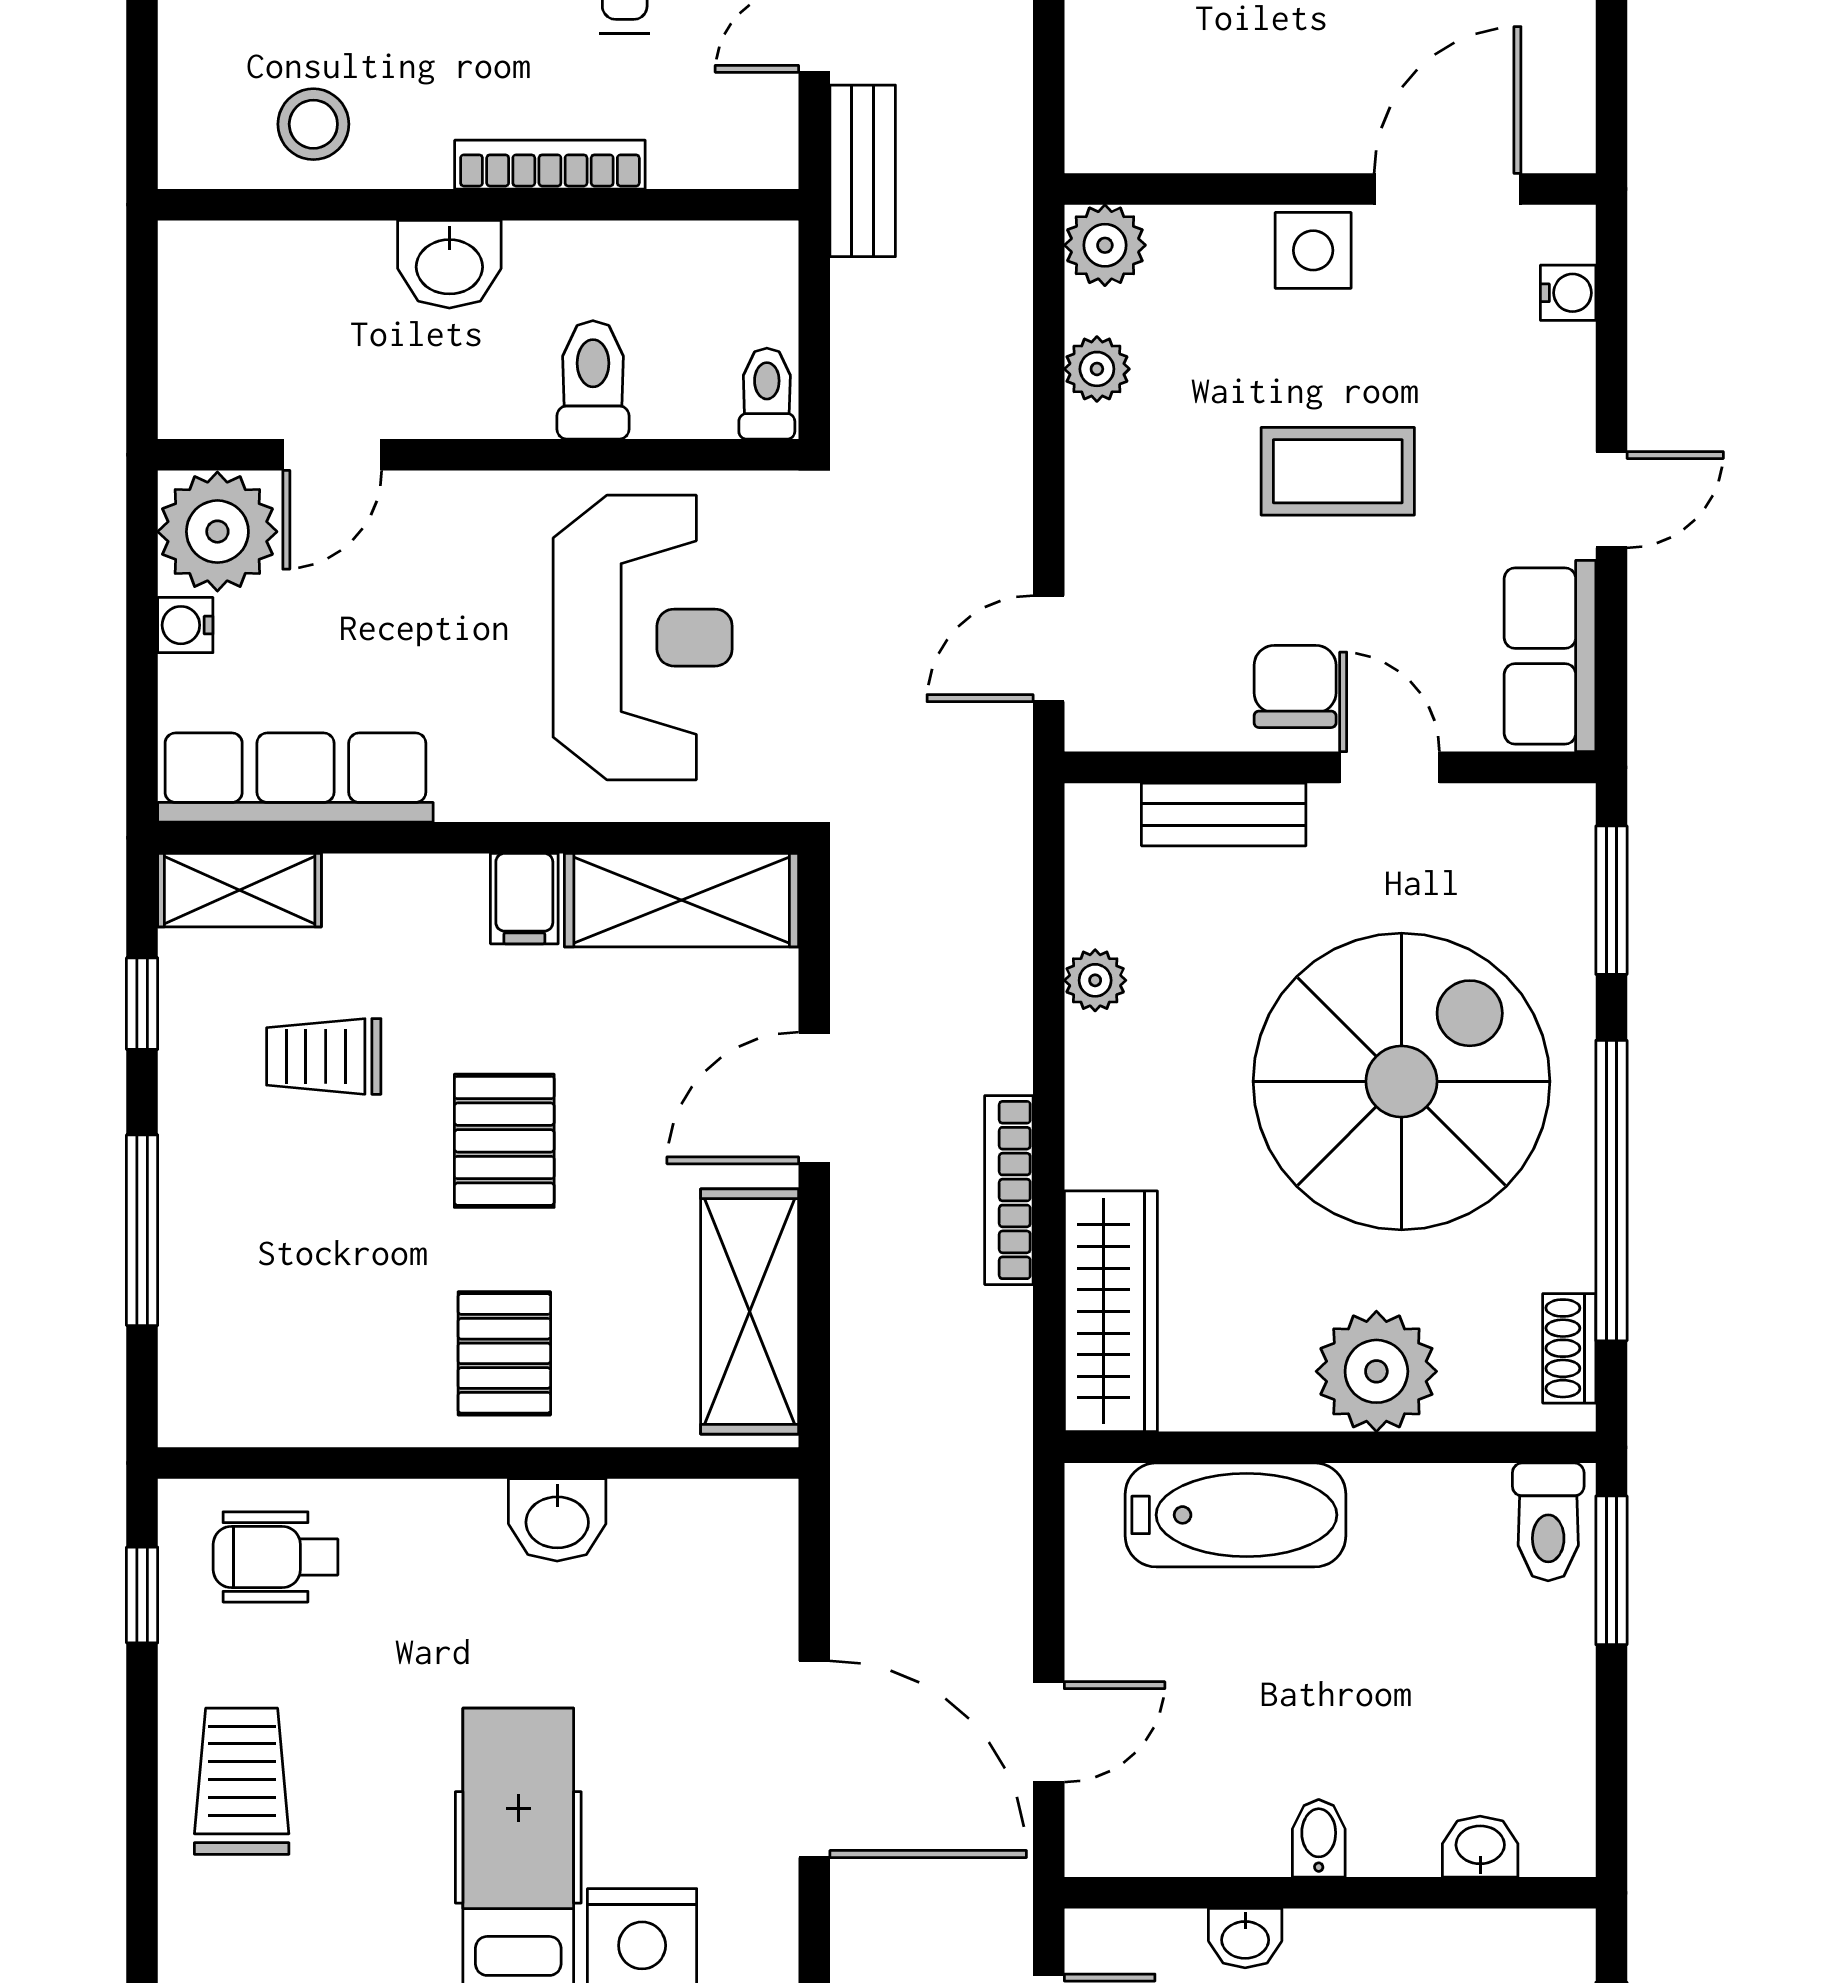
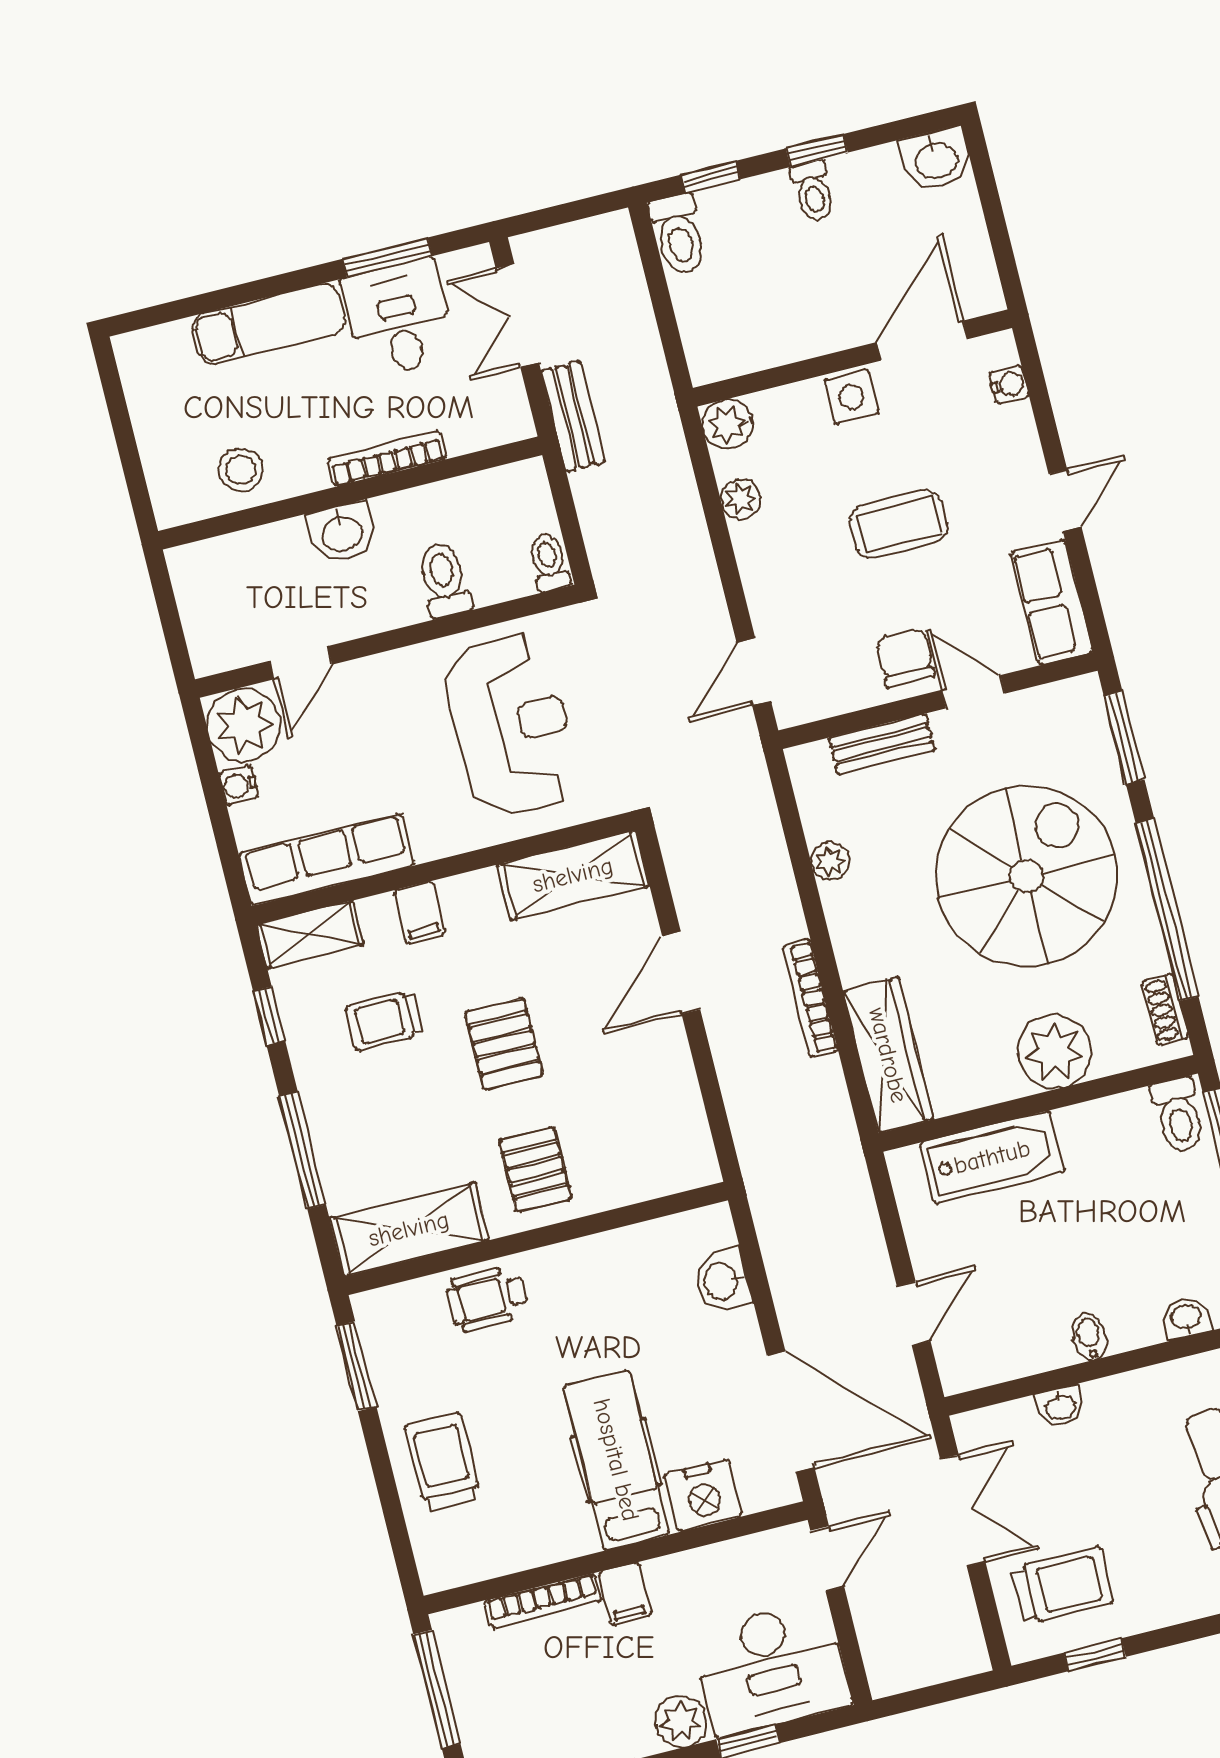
filing cabinet: (524, 899) -> (419, 912), moved
shelving: (750, 1311) -> (409, 1229), moved, turned 90
washbasin: (557, 1520) -> (722, 1281), moved, turned 90
wheelchair: (275, 1557) -> (487, 1299), moved
window: (142, 1595) -> (356, 1366), width x1.50
door: (814, 1759) -> (791, 1412), moved

